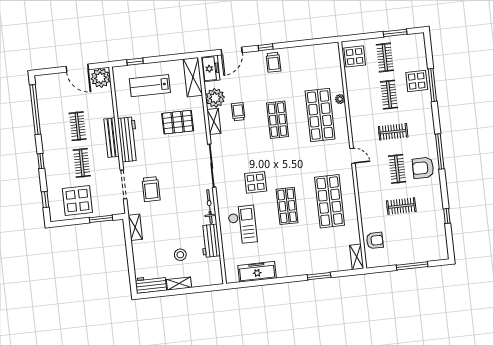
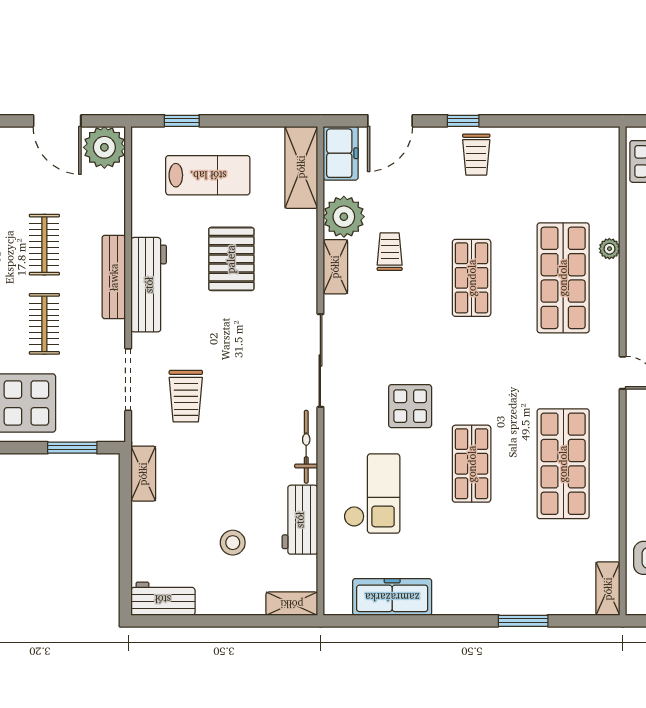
lab bench: (150, 86) -> (208, 175), turned 180
pallet: (178, 122) -> (231, 259), moved, turned 90
shelving: (179, 284) -> (292, 604), moved

